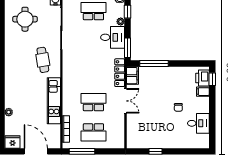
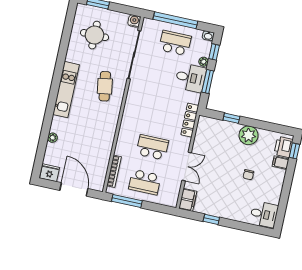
window: (128, 48) -> (208, 82), moved
window: (154, 64) -> (231, 118), width x0.46
plant: (171, 75) -> (249, 135), added
filing cabinet: (132, 76) -> (188, 200), moved
kitchen unit: (54, 101) -> (66, 90), moved, turned 180
double door: (125, 101) -> (187, 166), moved
desk: (198, 123) -> (264, 214), moved

